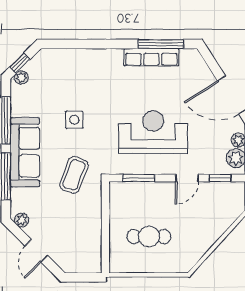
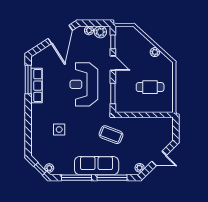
side table: (74, 120) -> (59, 130), moved
cafe table: (149, 237) -> (150, 87), turned 90
plant: (204, 244) -> (155, 52), added

